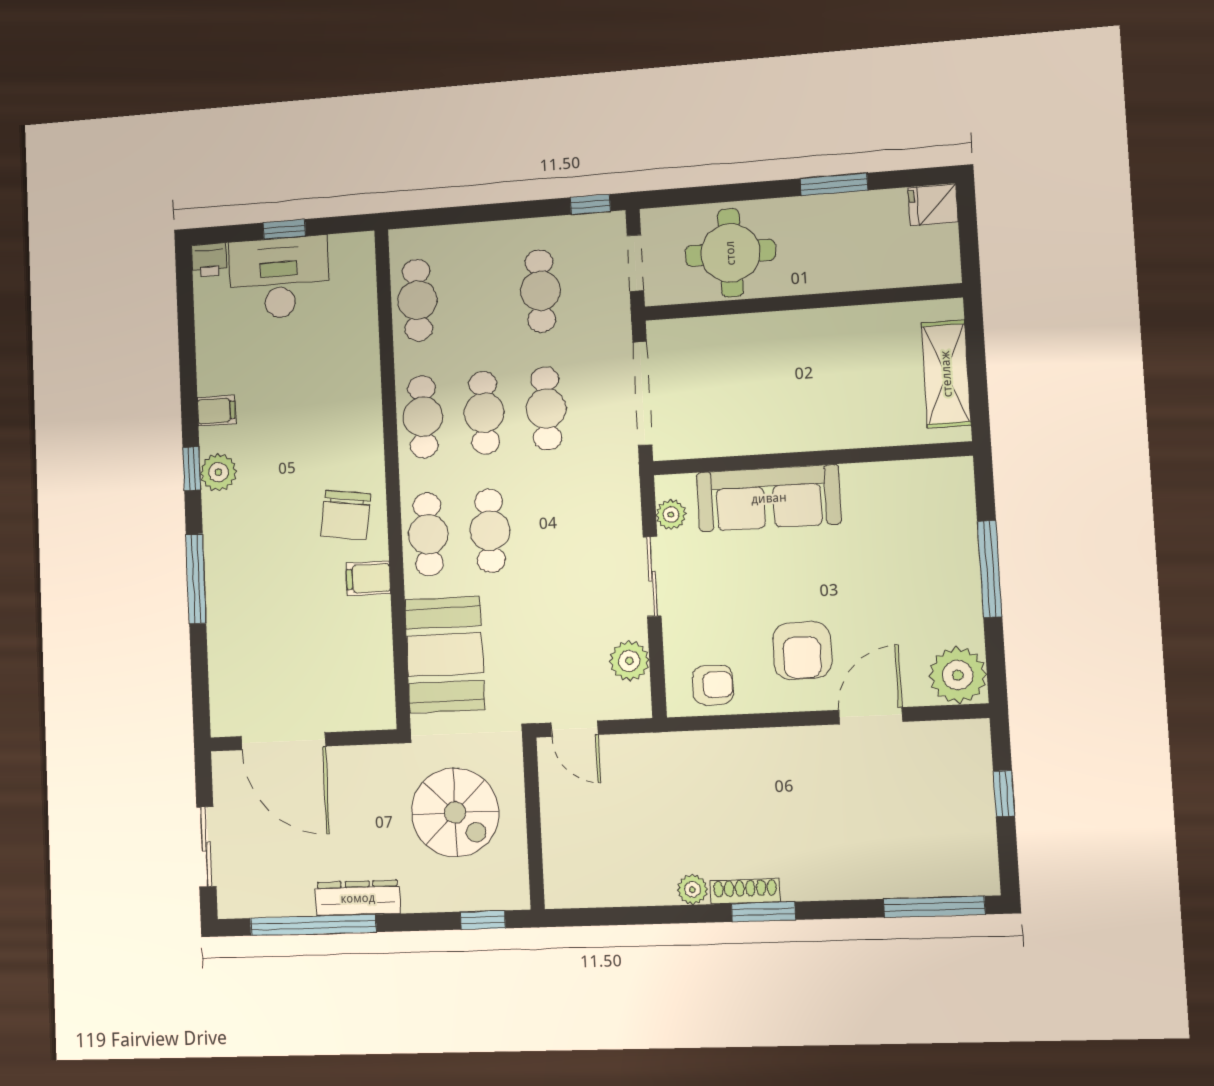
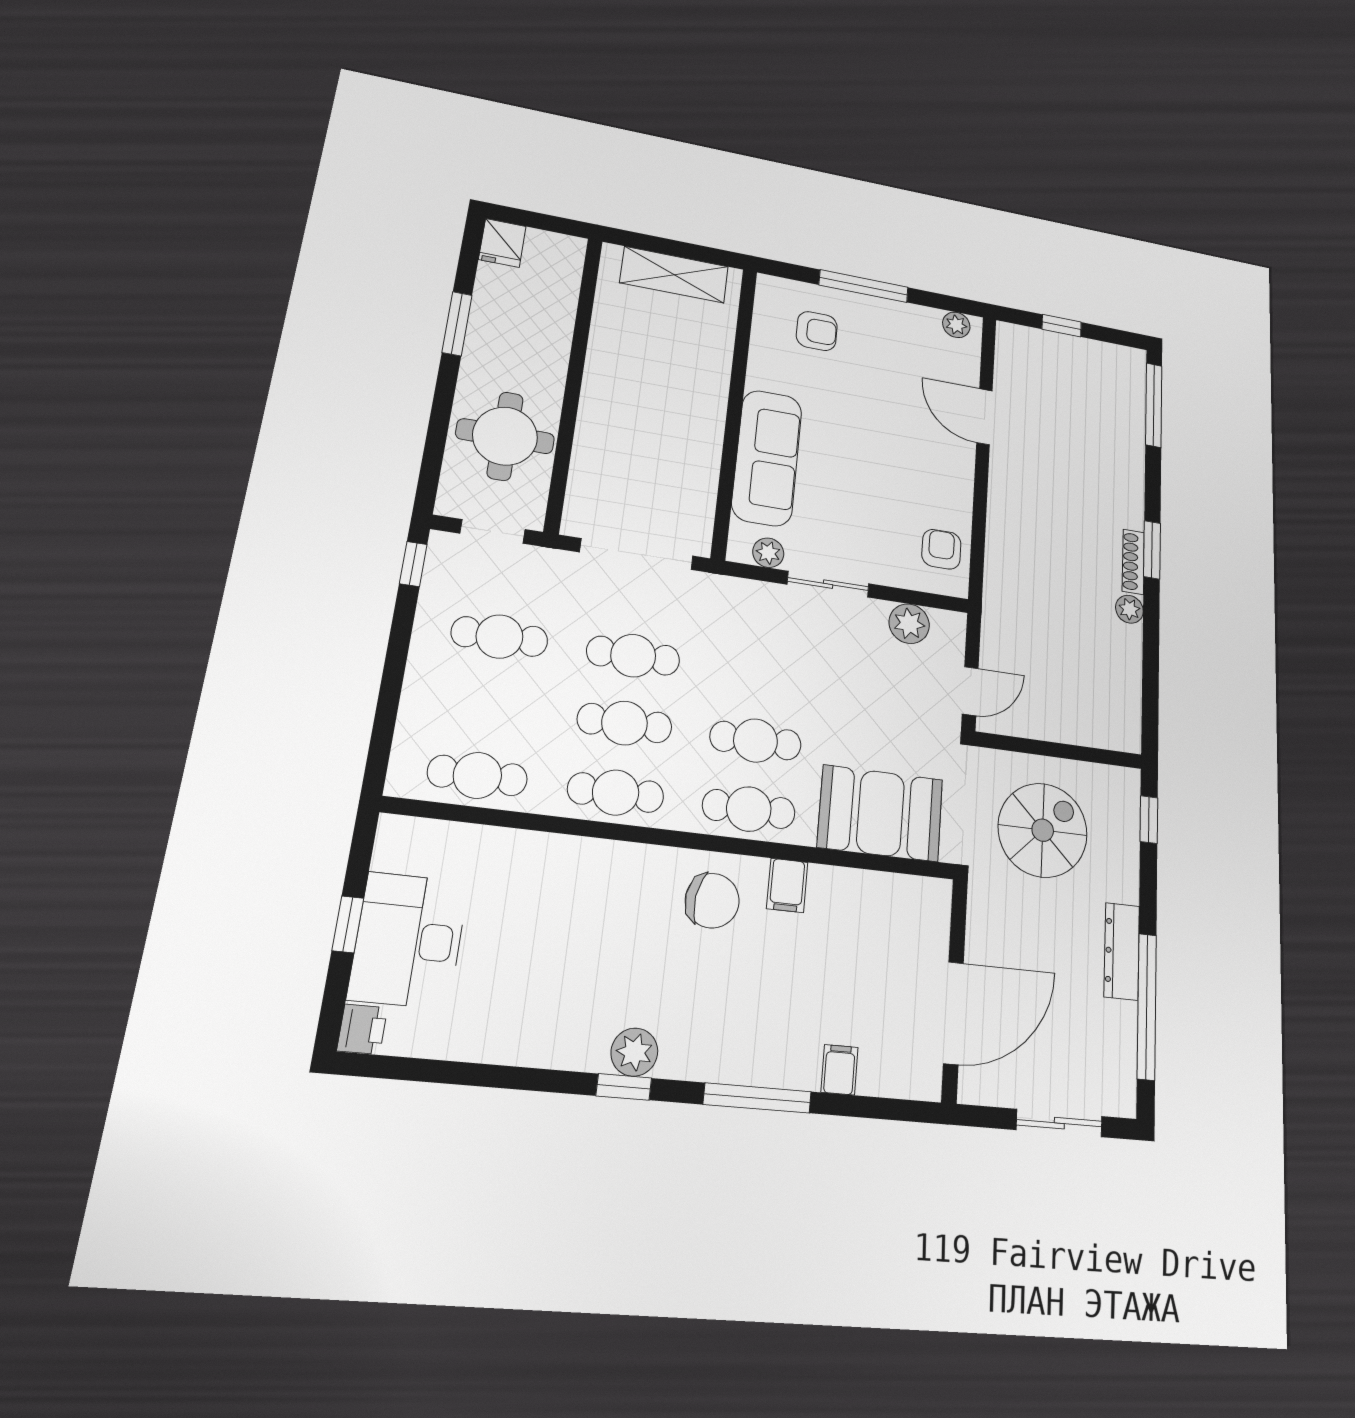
filing cabinet: (216, 411) -> (840, 1070), moved
armchair: (802, 651) -> (817, 331), moved, width x0.72, depth x0.72
plant: (958, 675) -> (956, 325), width x0.53, depth x0.53

